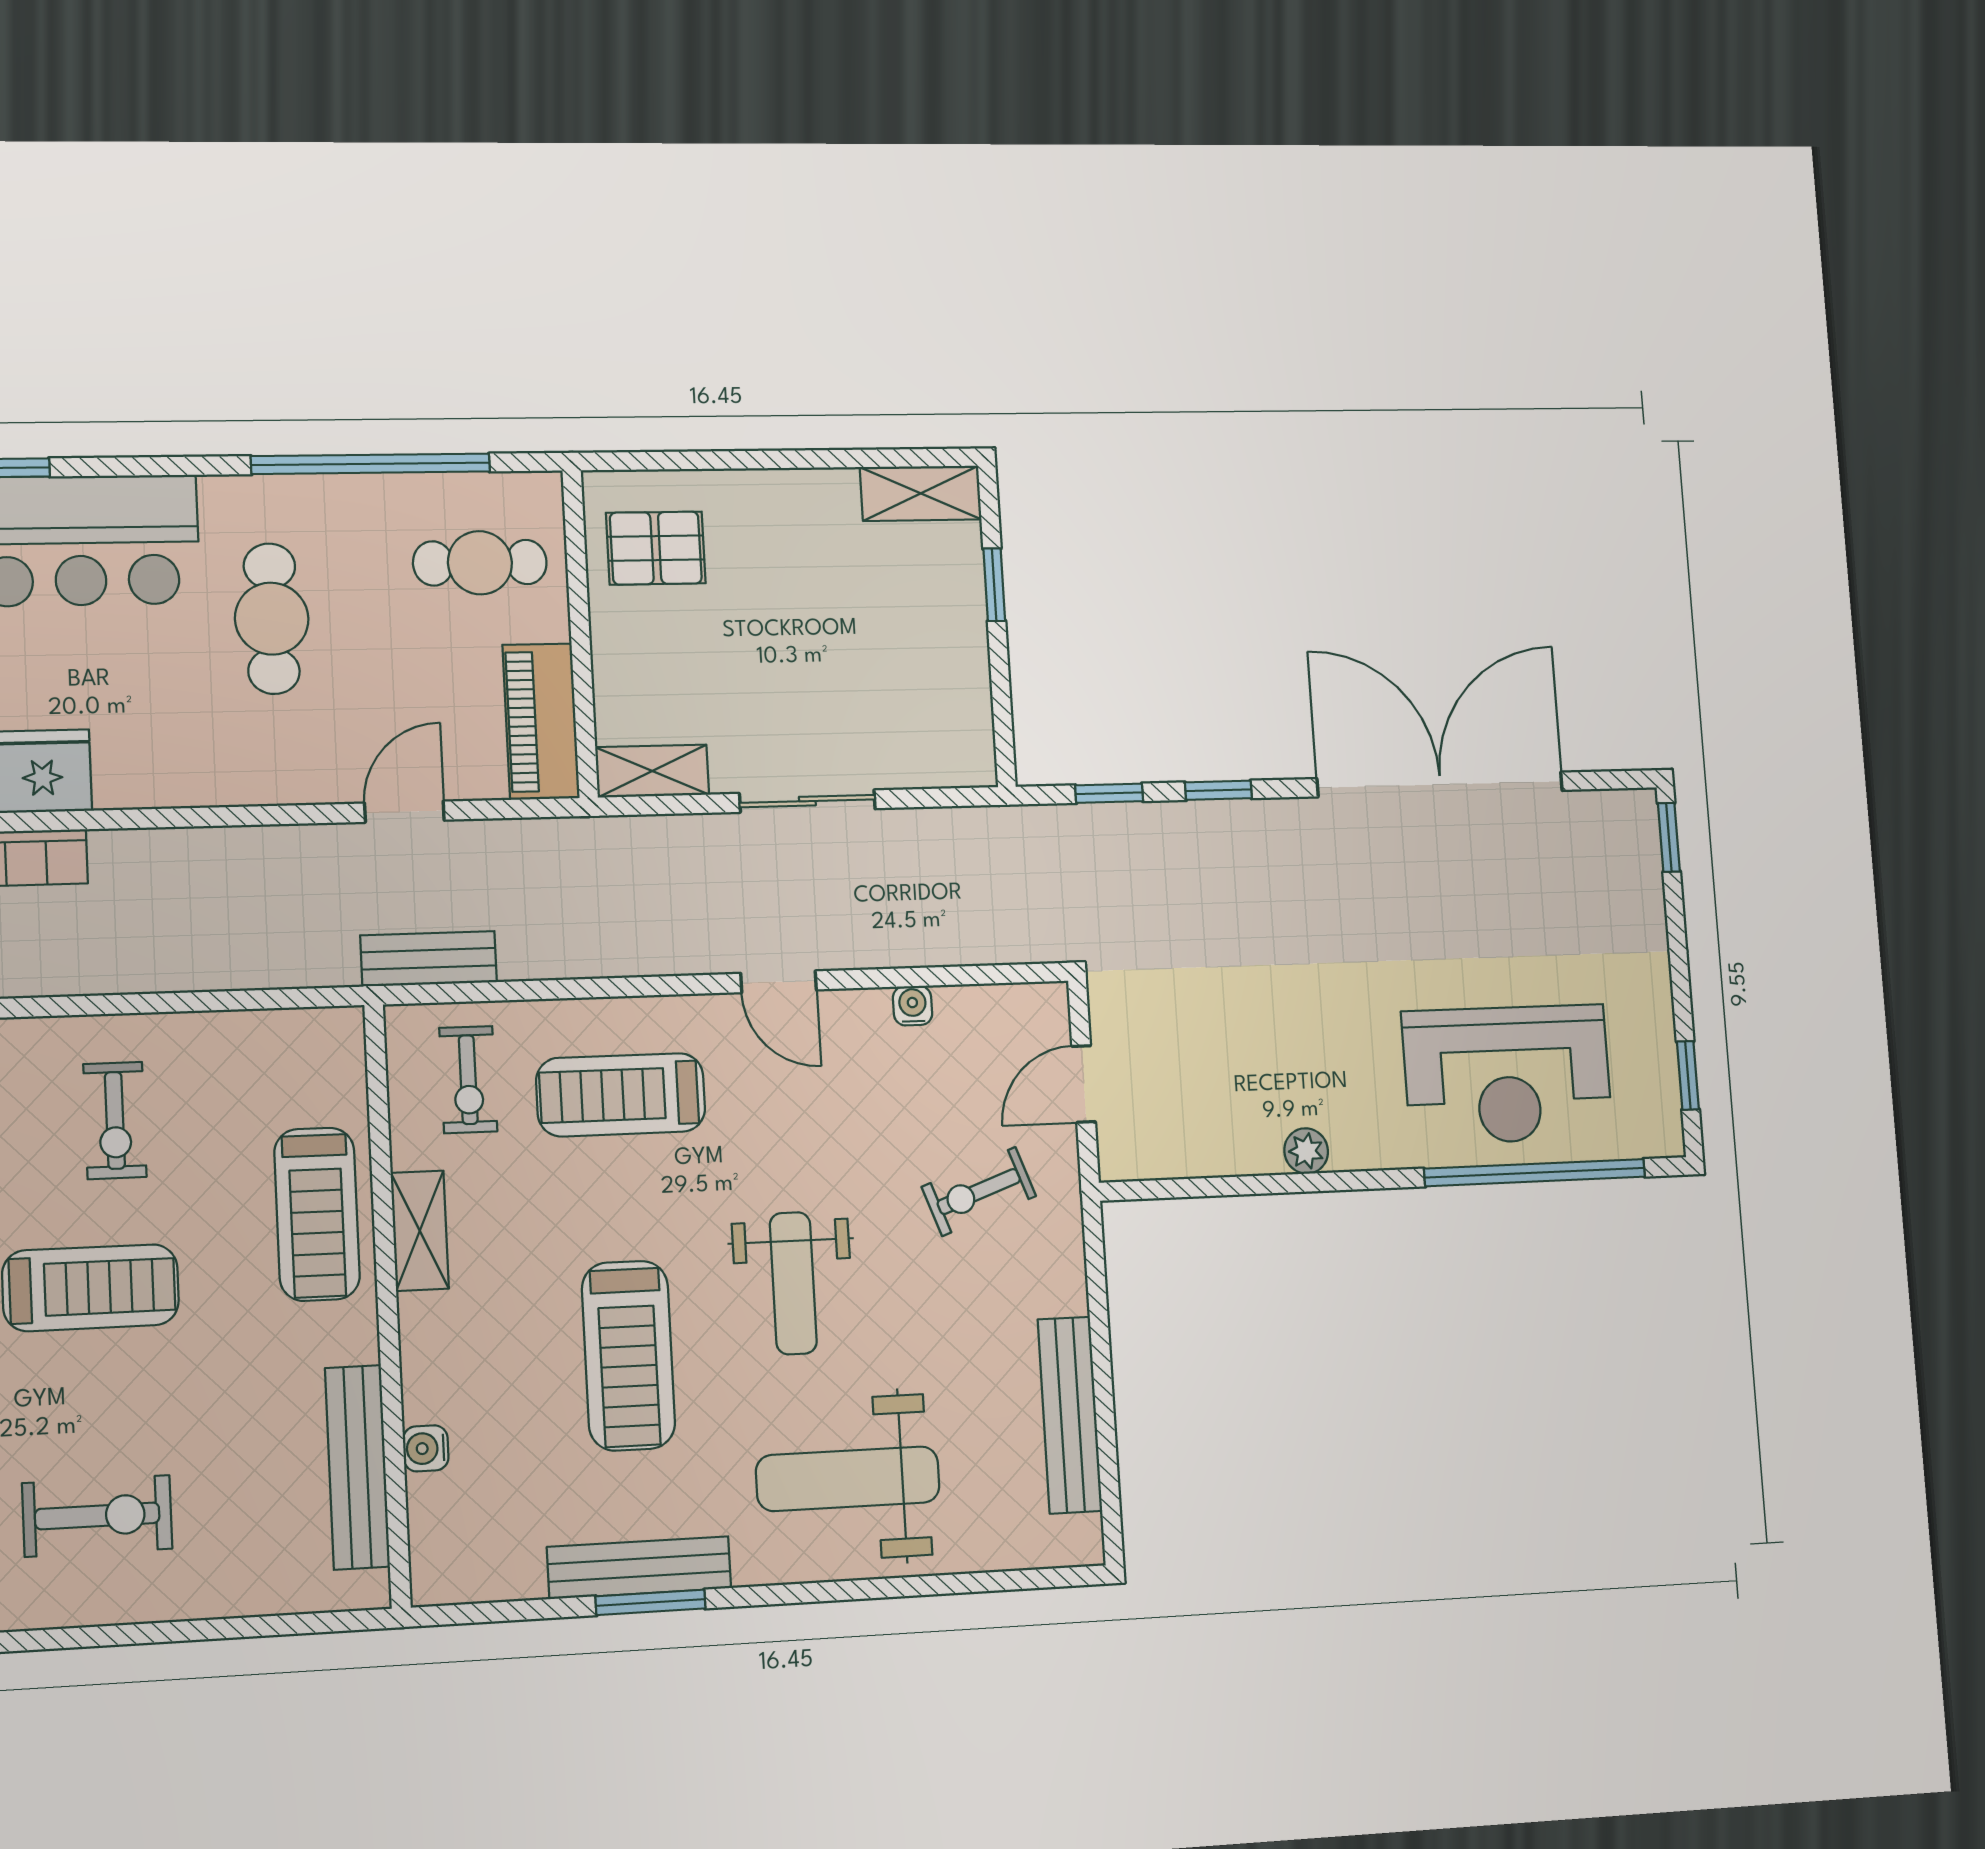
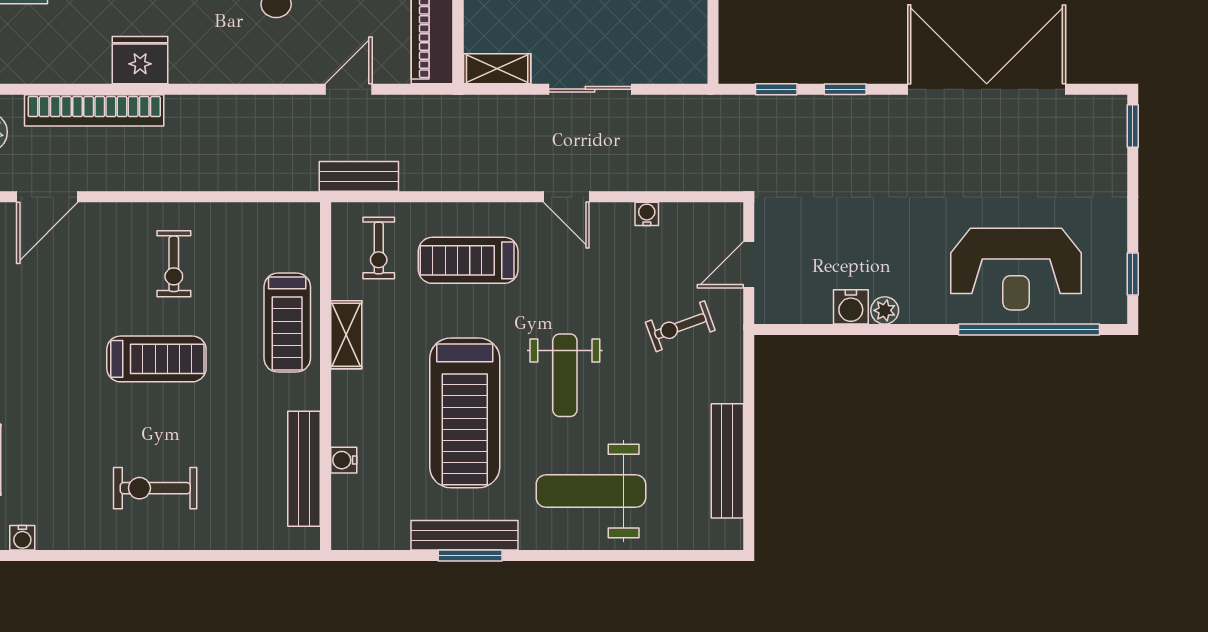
water cooler: (1252, 1147) -> (851, 307), added
treadmill: (628, 1356) -> (465, 413), width x1.37, depth x1.38
exercise bike: (97, 1516) -> (155, 488), turned 180

